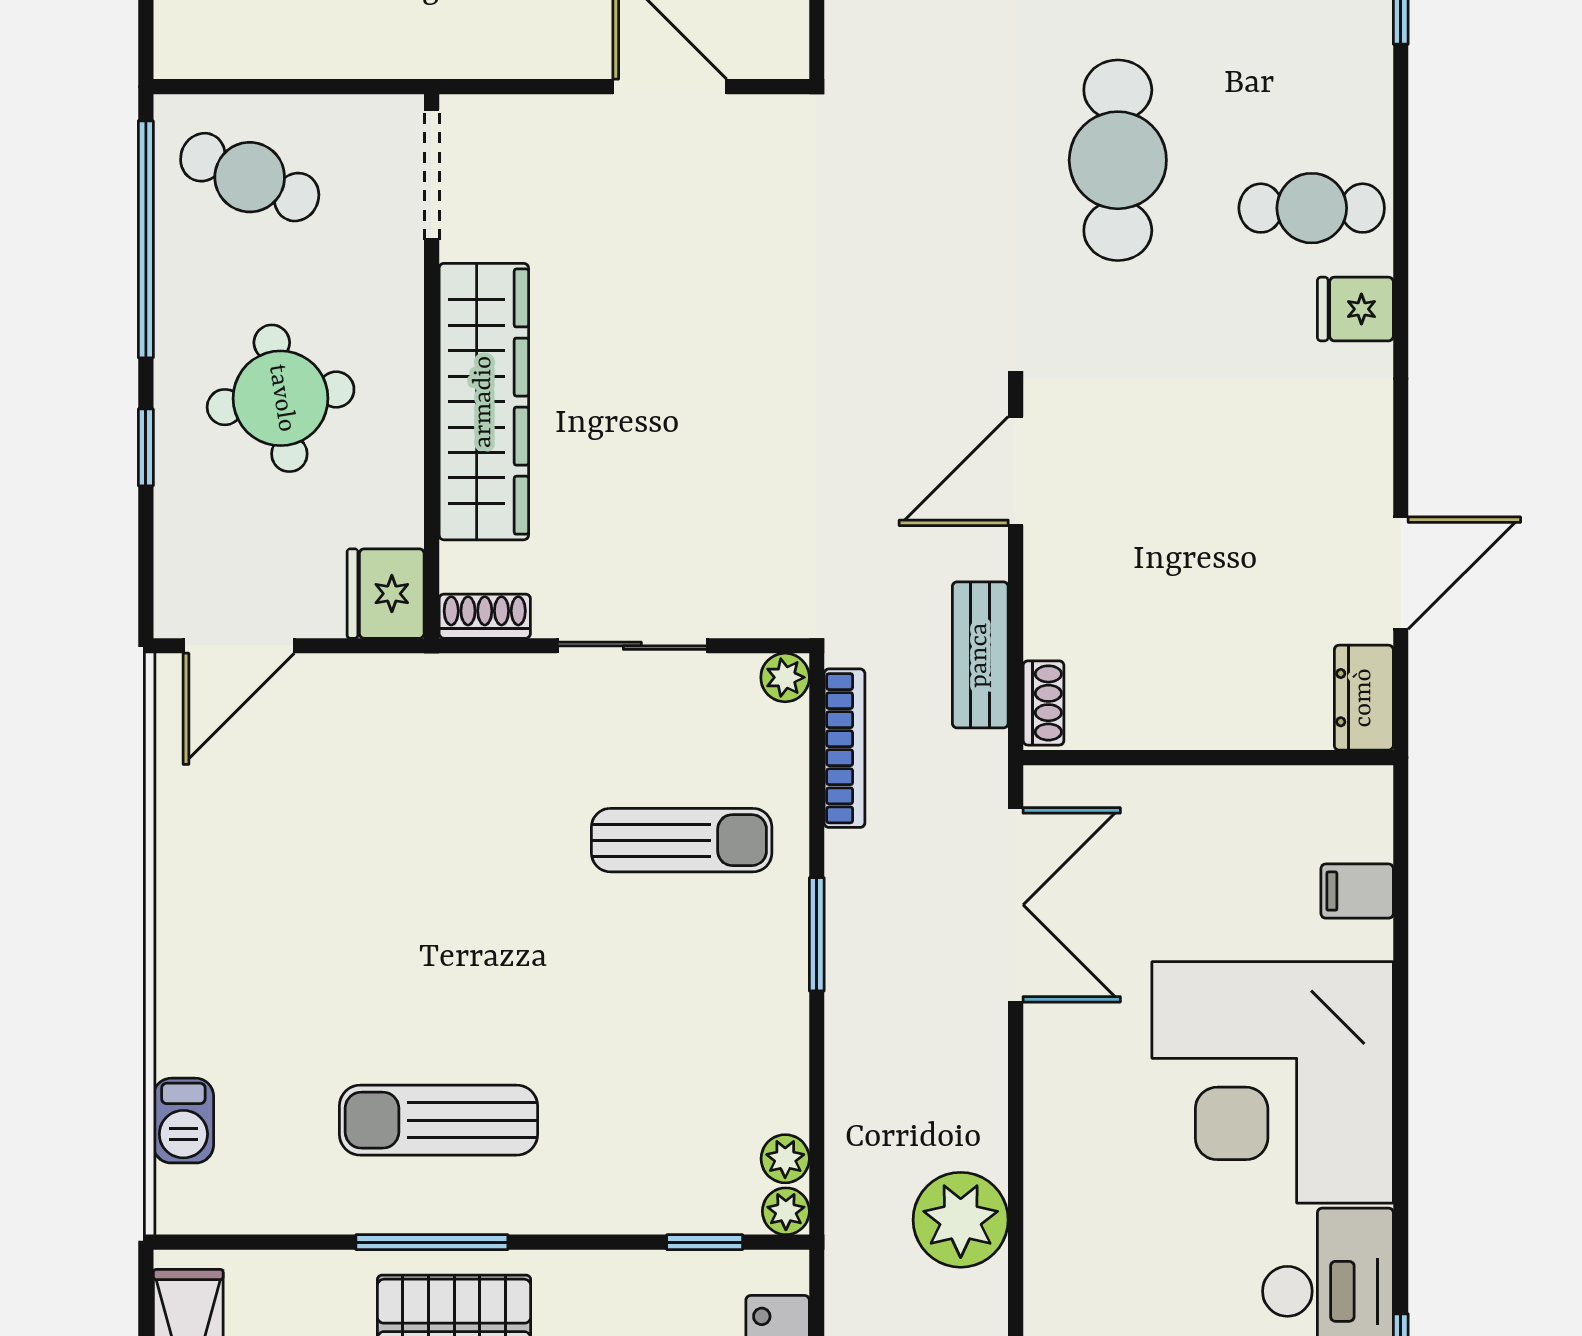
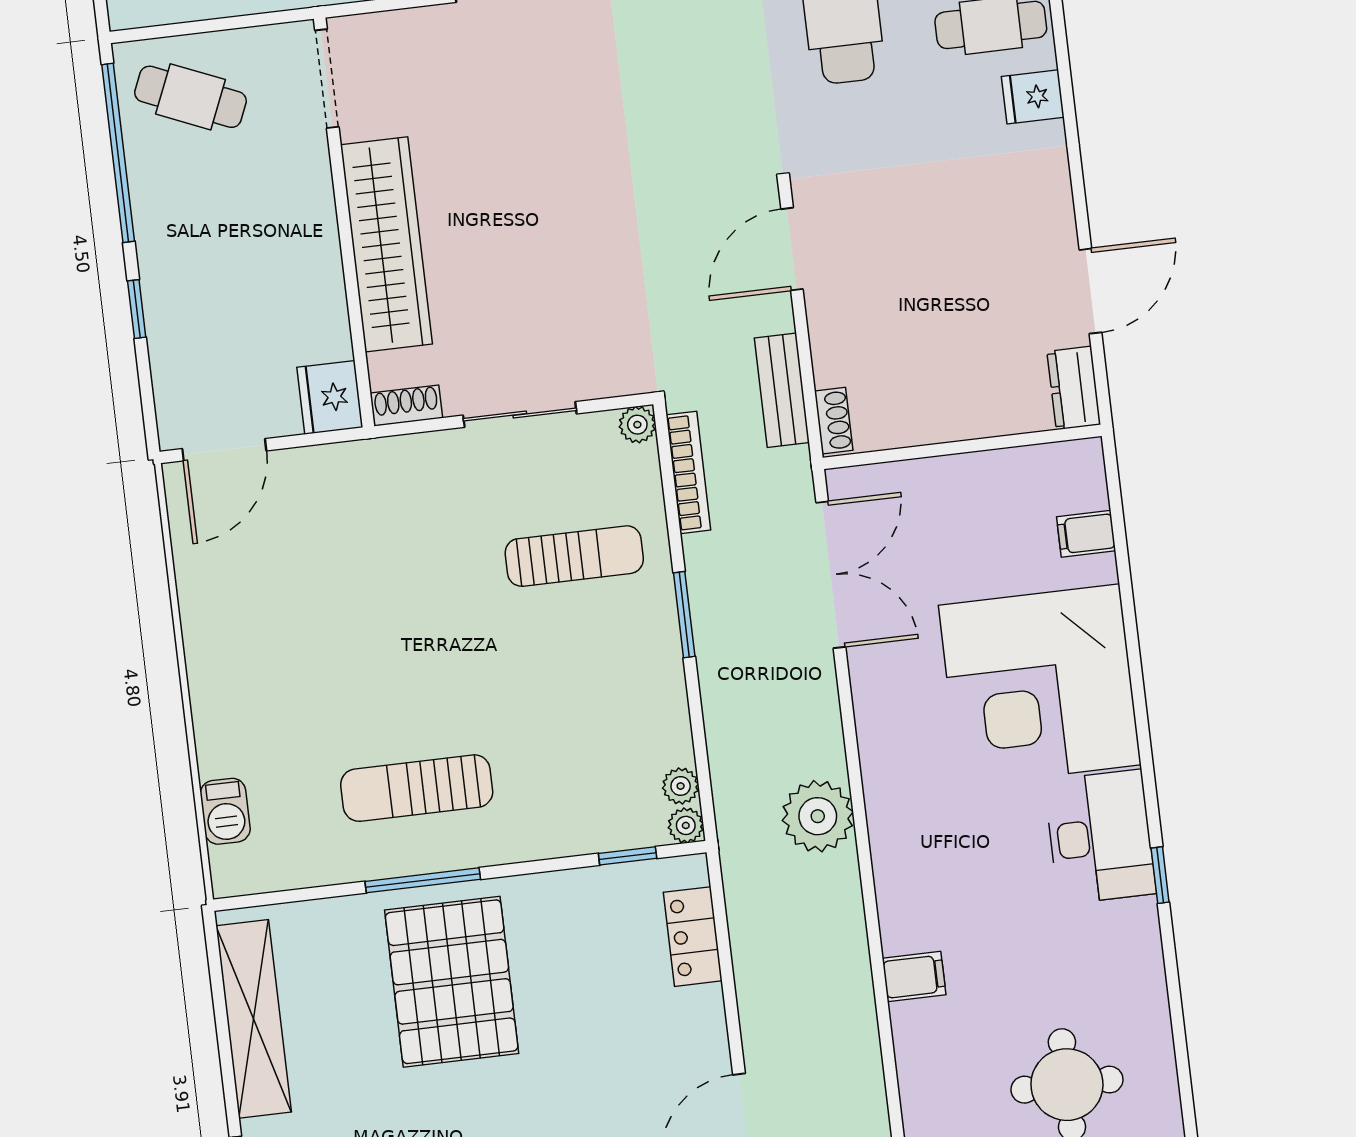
round table: (281, 398) -> (233, 260), removed

